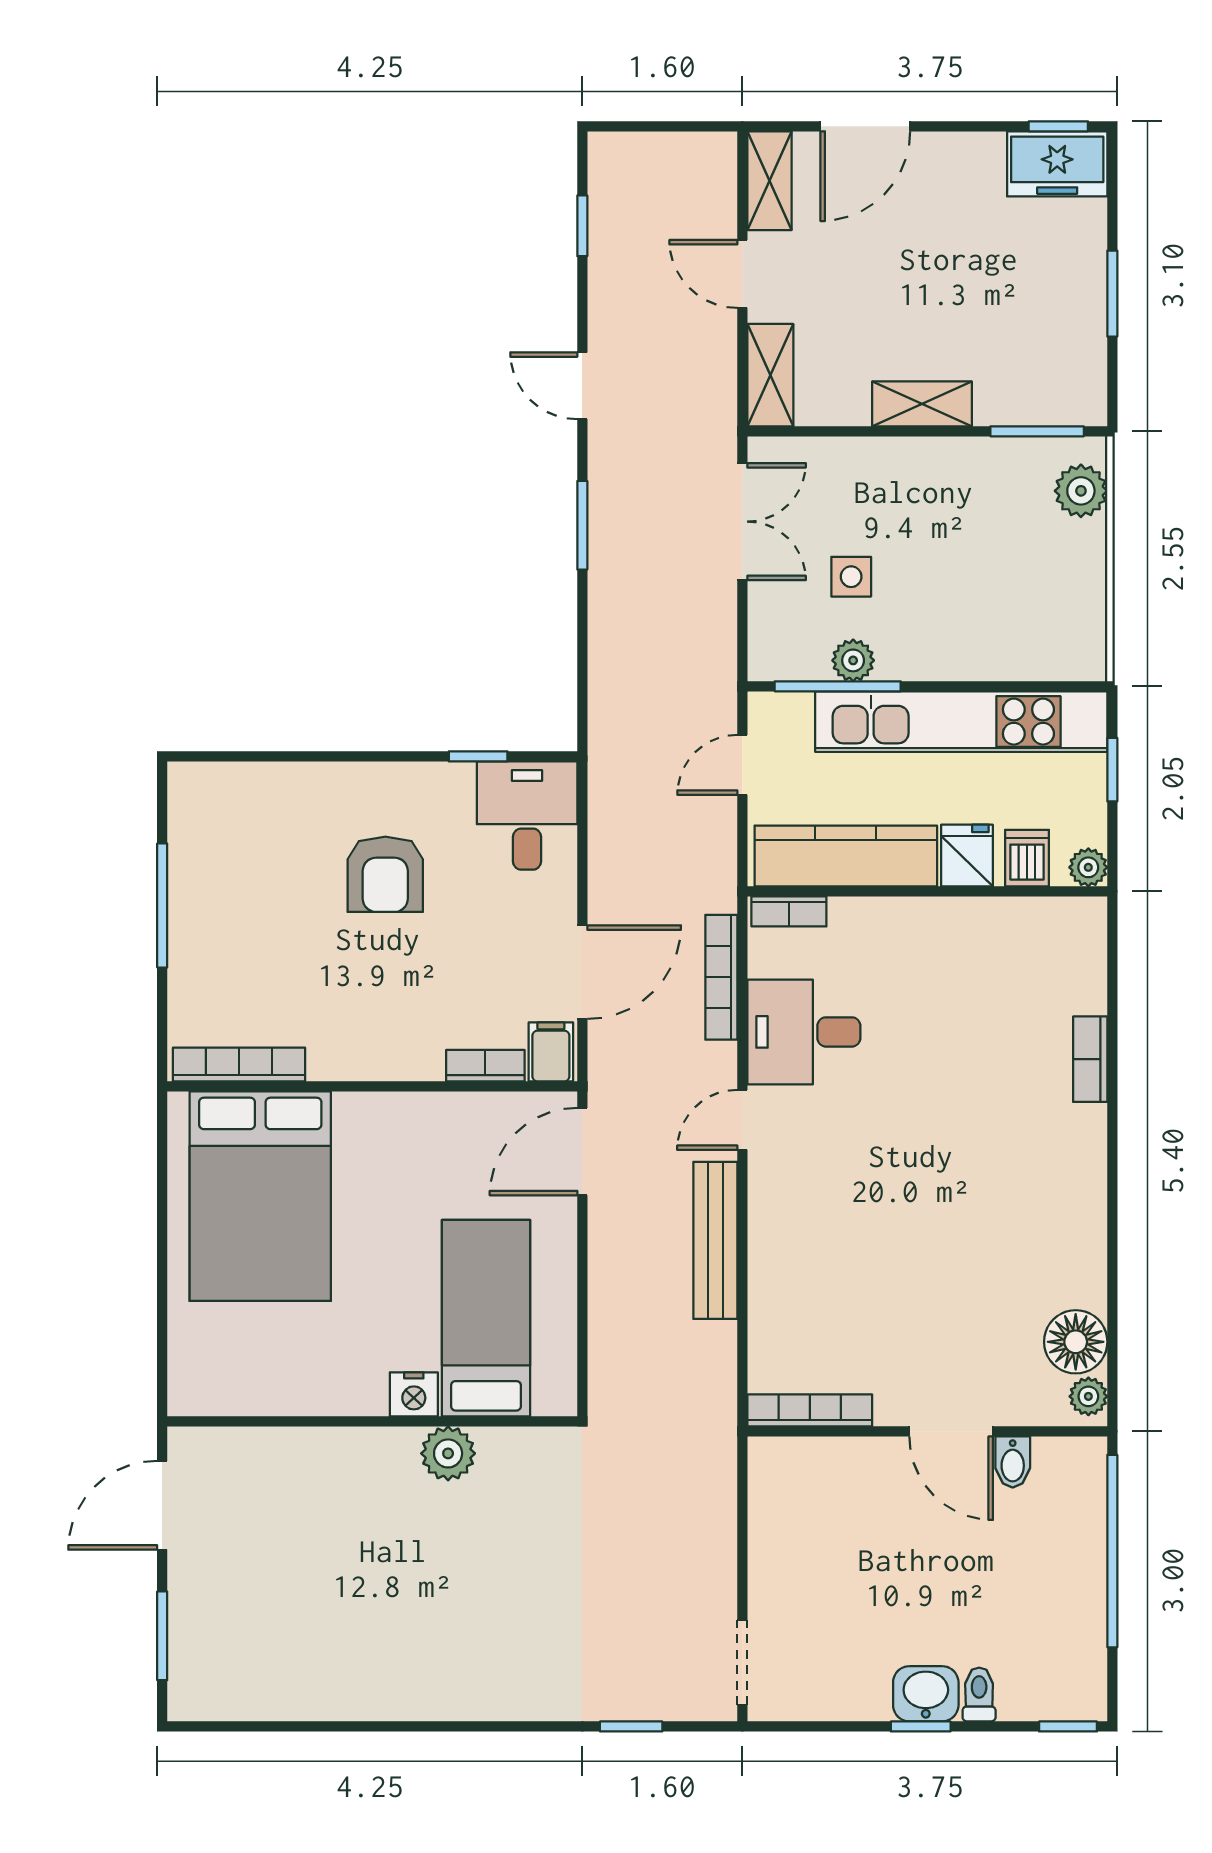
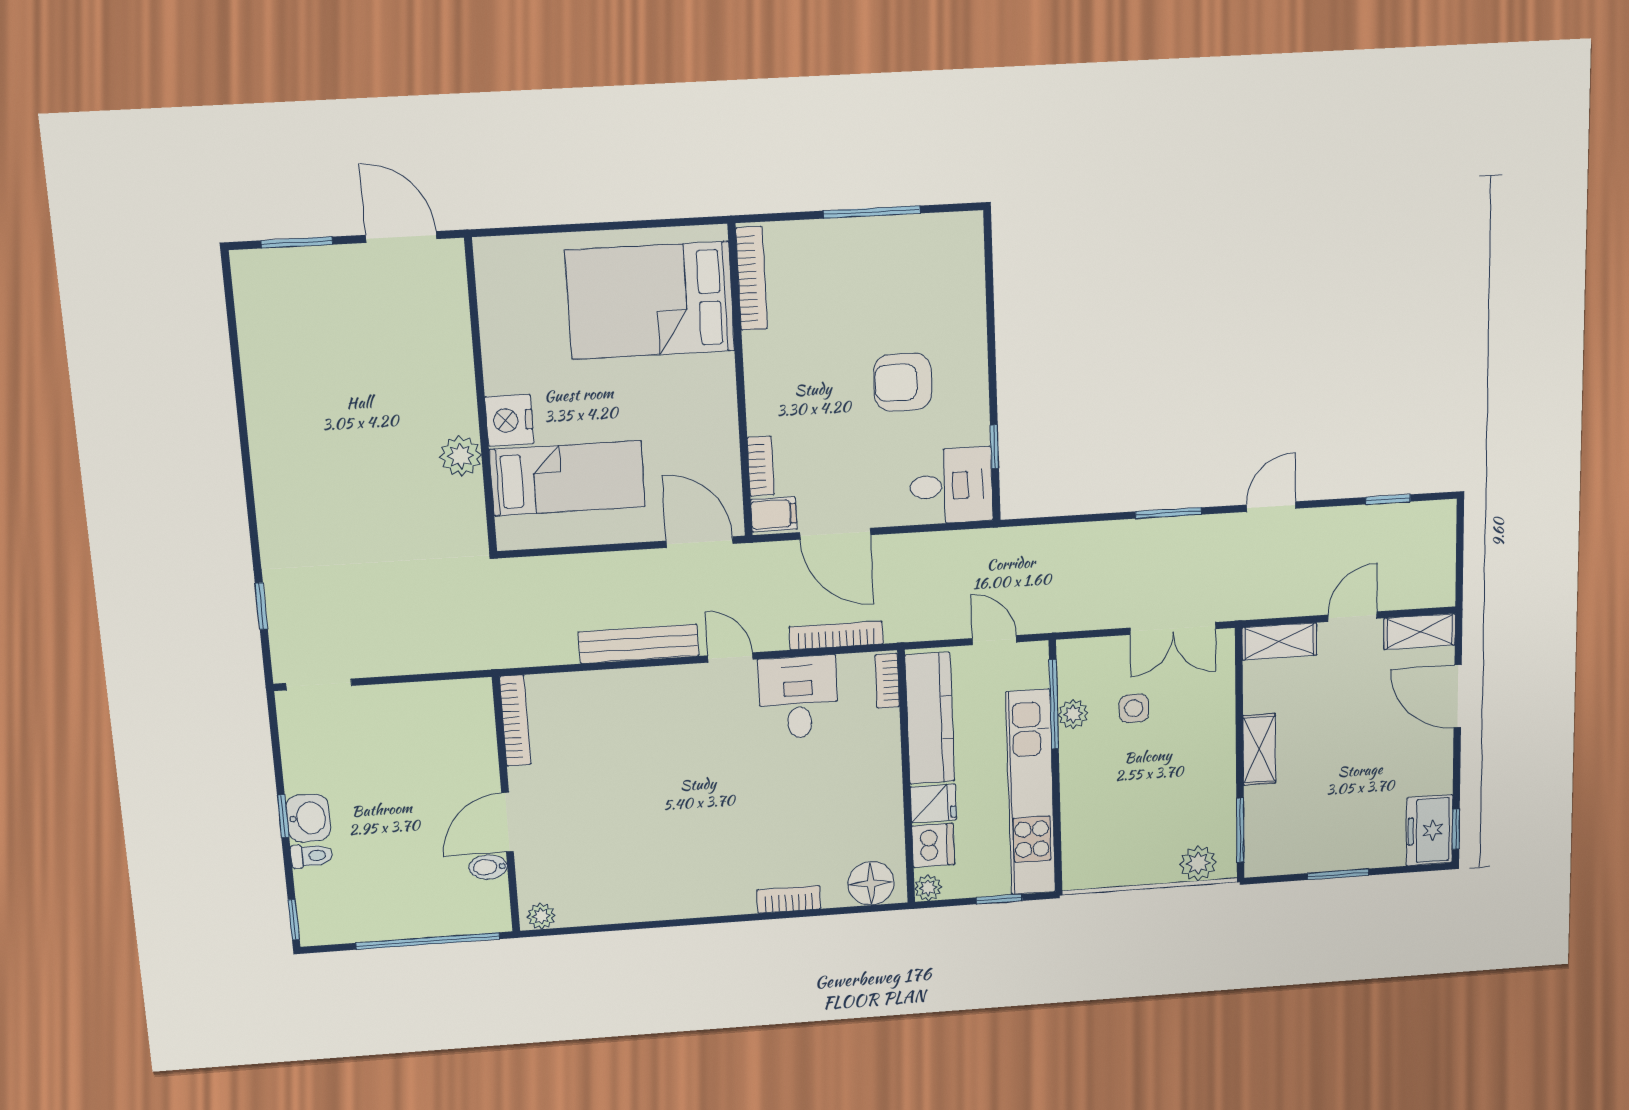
dishwasher: (1027, 858) -> (933, 845), width x1.38
floor lamp: (1076, 1342) -> (871, 883), moved
nightstand: (414, 1394) -> (509, 420), width x1.36, depth x1.33

